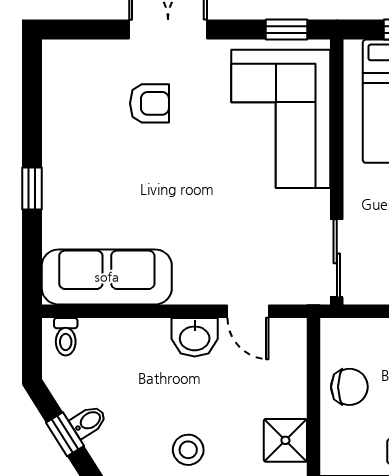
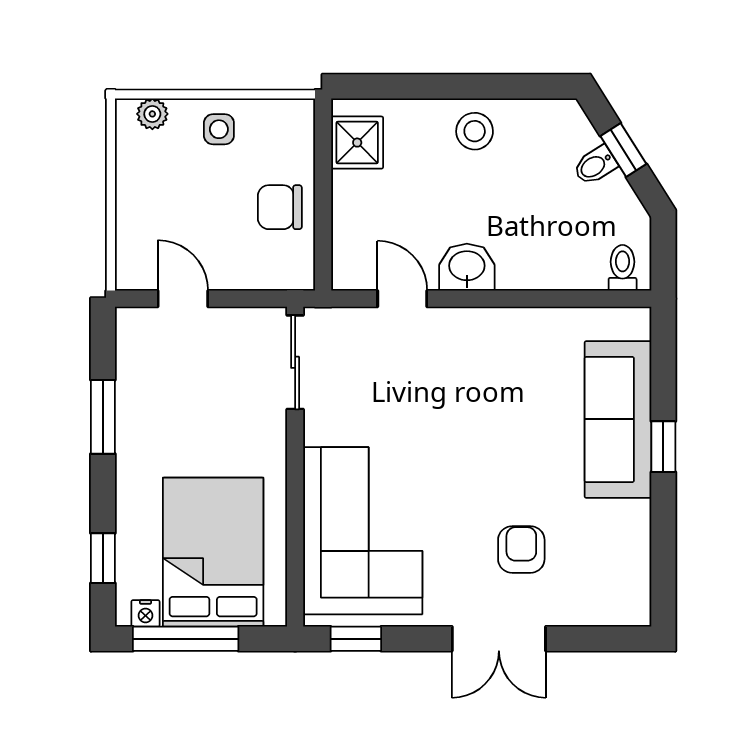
armchair: (149, 103) -> (521, 549), turned 90
sofa: (107, 277) -> (618, 419), moved, turned 90

